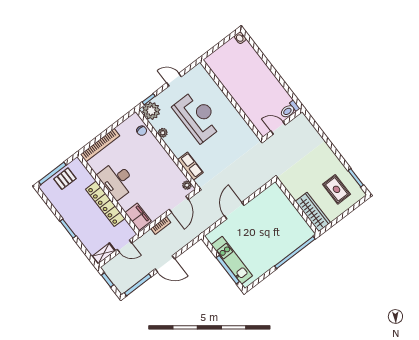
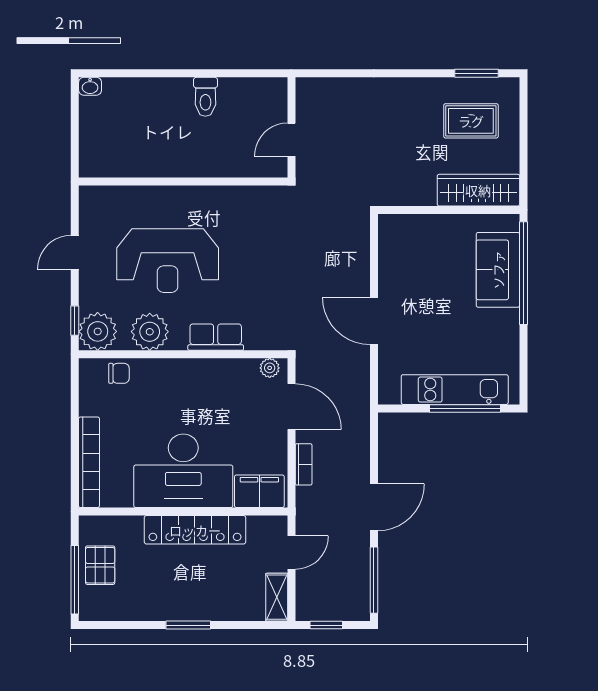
toilet: (289, 110) -> (205, 97), moved
reception desk: (198, 117) -> (168, 261), turned 180
plant: (163, 133) -> (150, 332), width x1.88, depth x1.88
row of seats: (190, 166) -> (216, 337), moved
desk: (117, 180) -> (183, 471), width x1.36, depth x1.30
sofa: (289, 242) -> (498, 270), added

